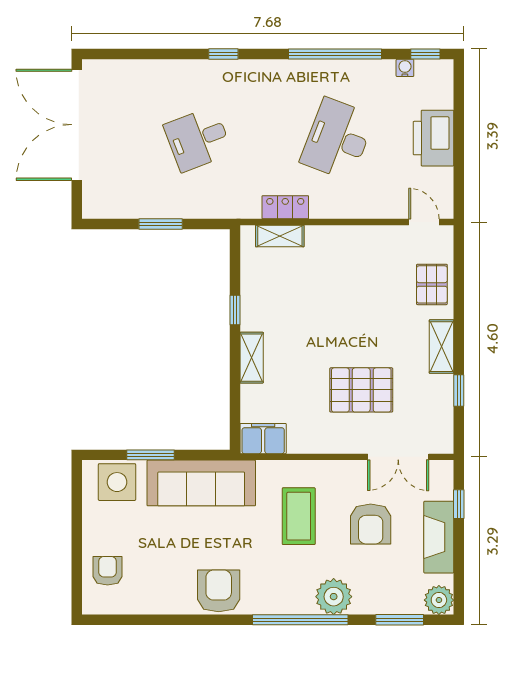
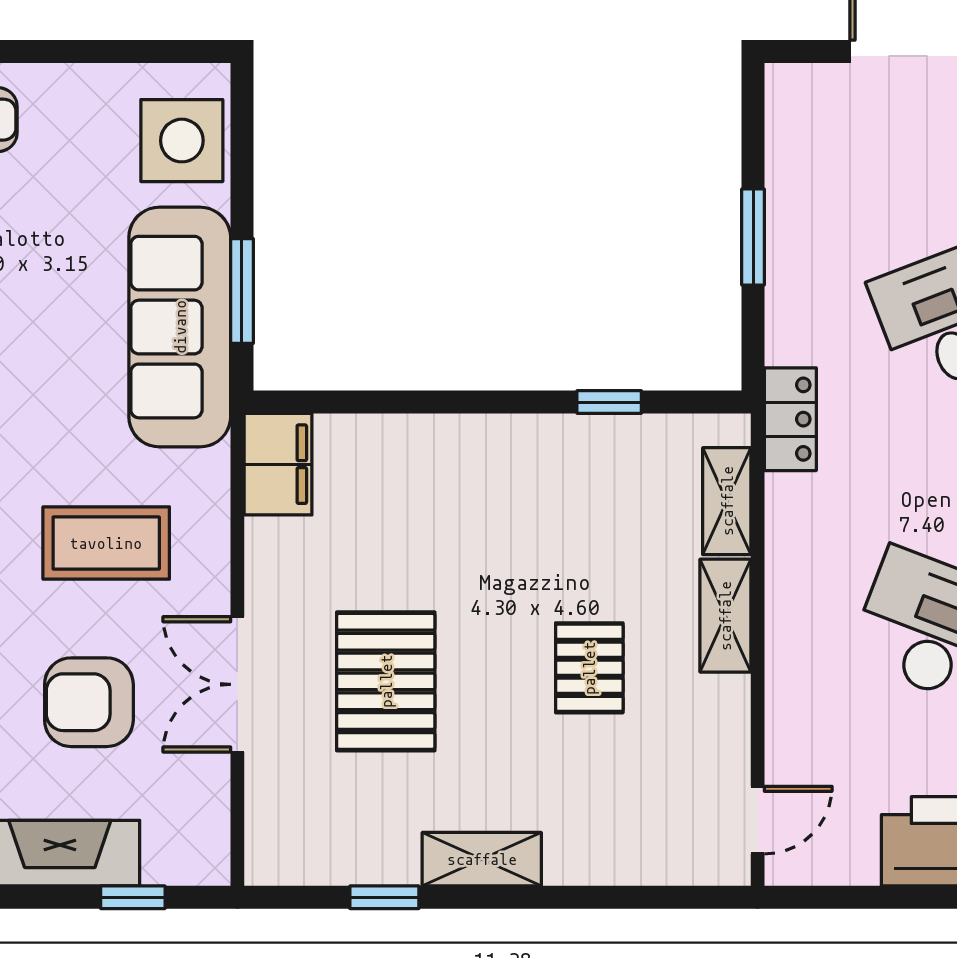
locker: (285, 207) -> (790, 419), moved
pallet: (432, 284) -> (589, 668), moved, turned 90
window: (235, 310) -> (609, 402), moved
shelving: (252, 358) -> (725, 616), moved, turned 90
window: (150, 455) -> (242, 291), moved
double door: (398, 457) -> (237, 684), moved

